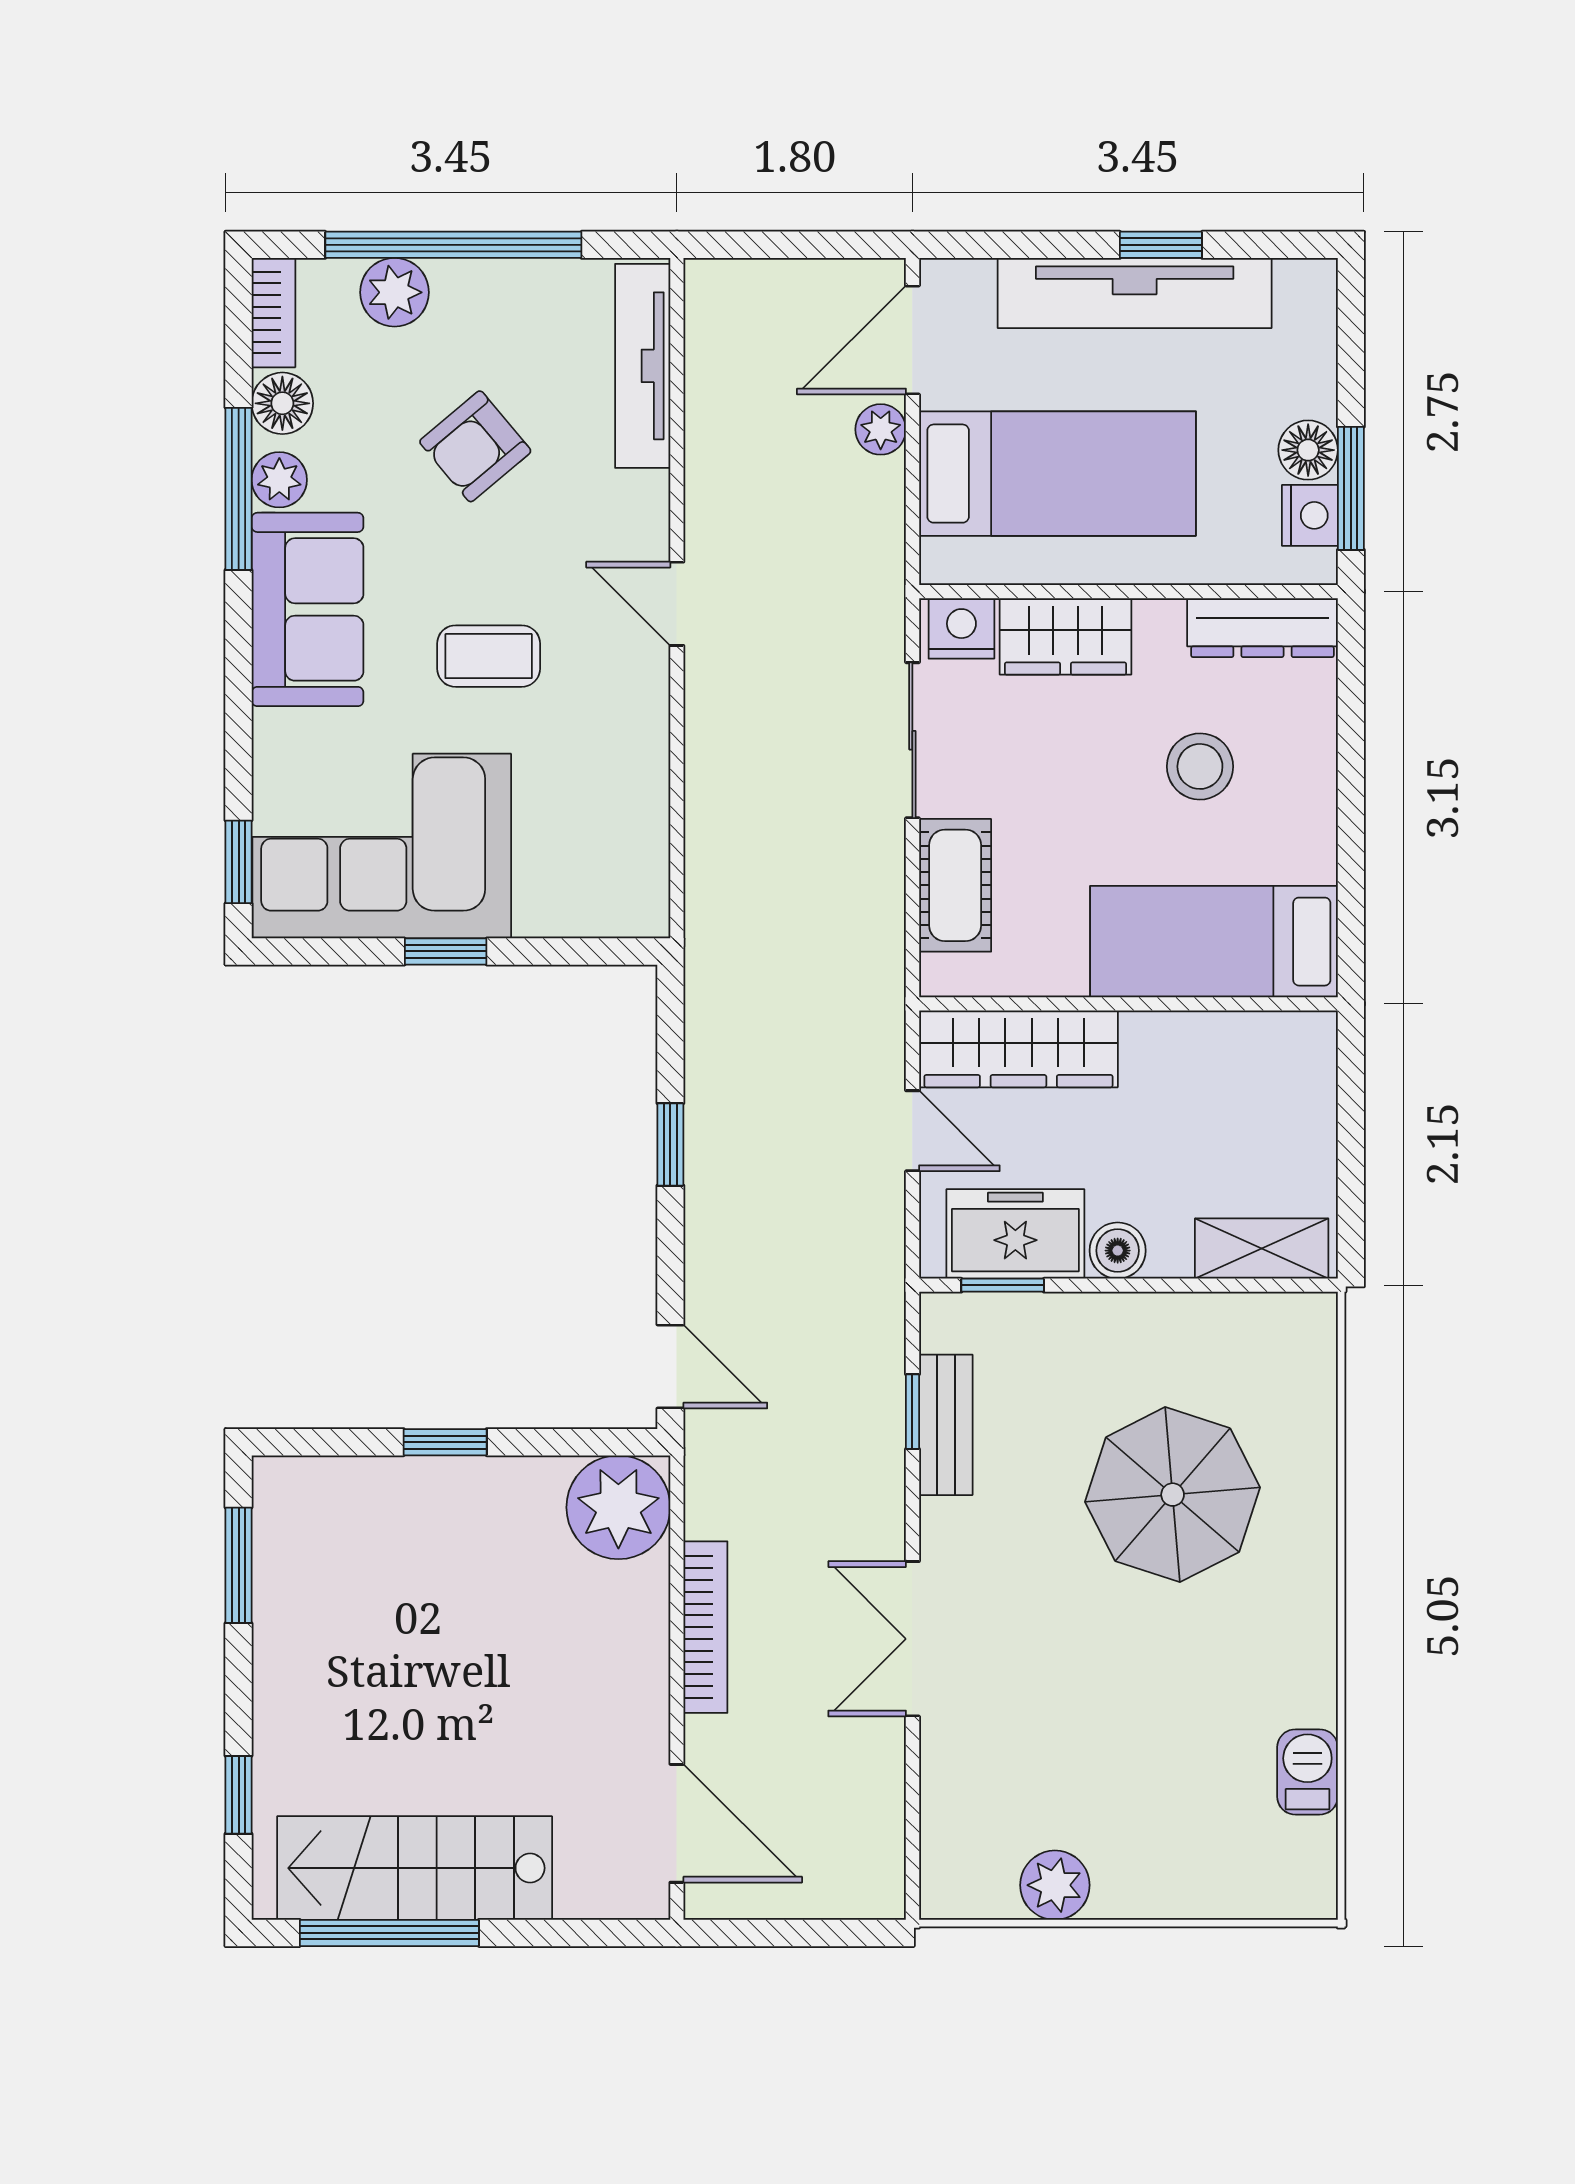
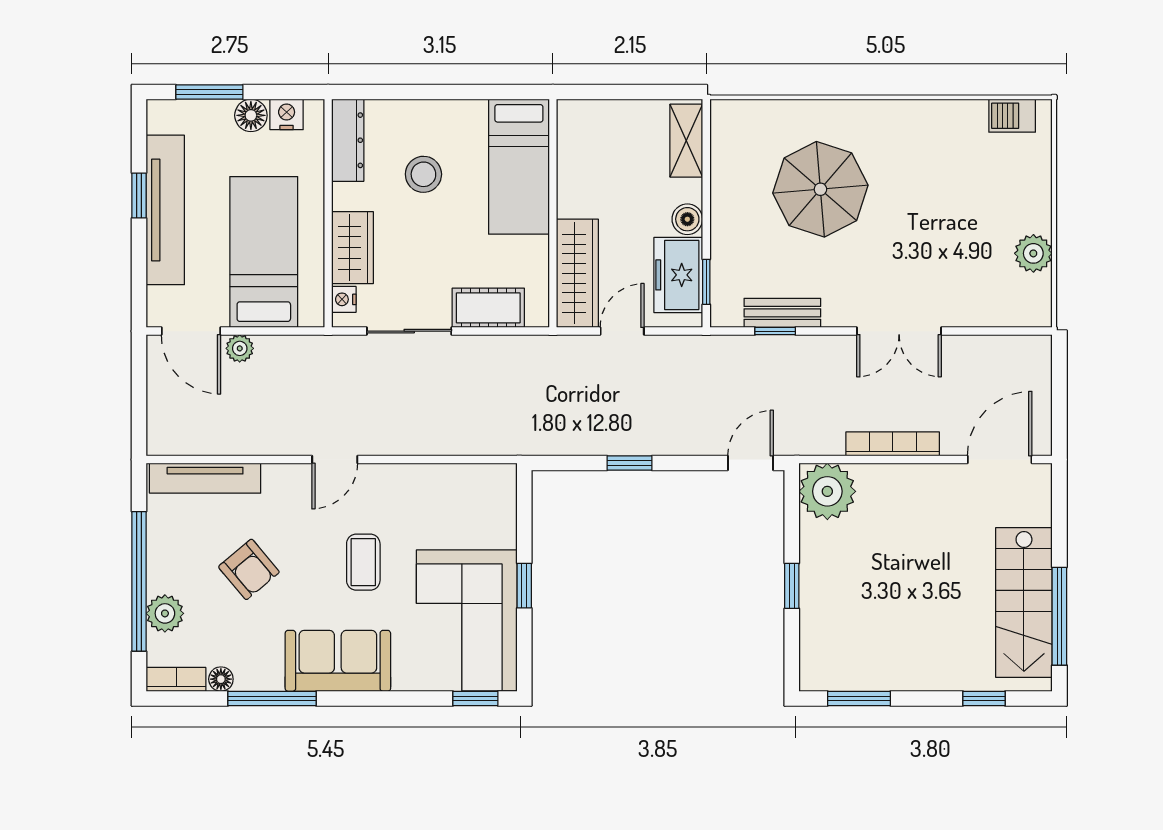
floor lamp: (282, 403) -> (221, 679), width x0.73, depth x0.73
plant: (279, 480) -> (267, 676), removed
window: (1351, 488) -> (209, 92), moved
nightstand: (961, 628) -> (344, 299), width x0.72, depth x0.74
barbecue: (1307, 1772) -> (1012, 116), moved

